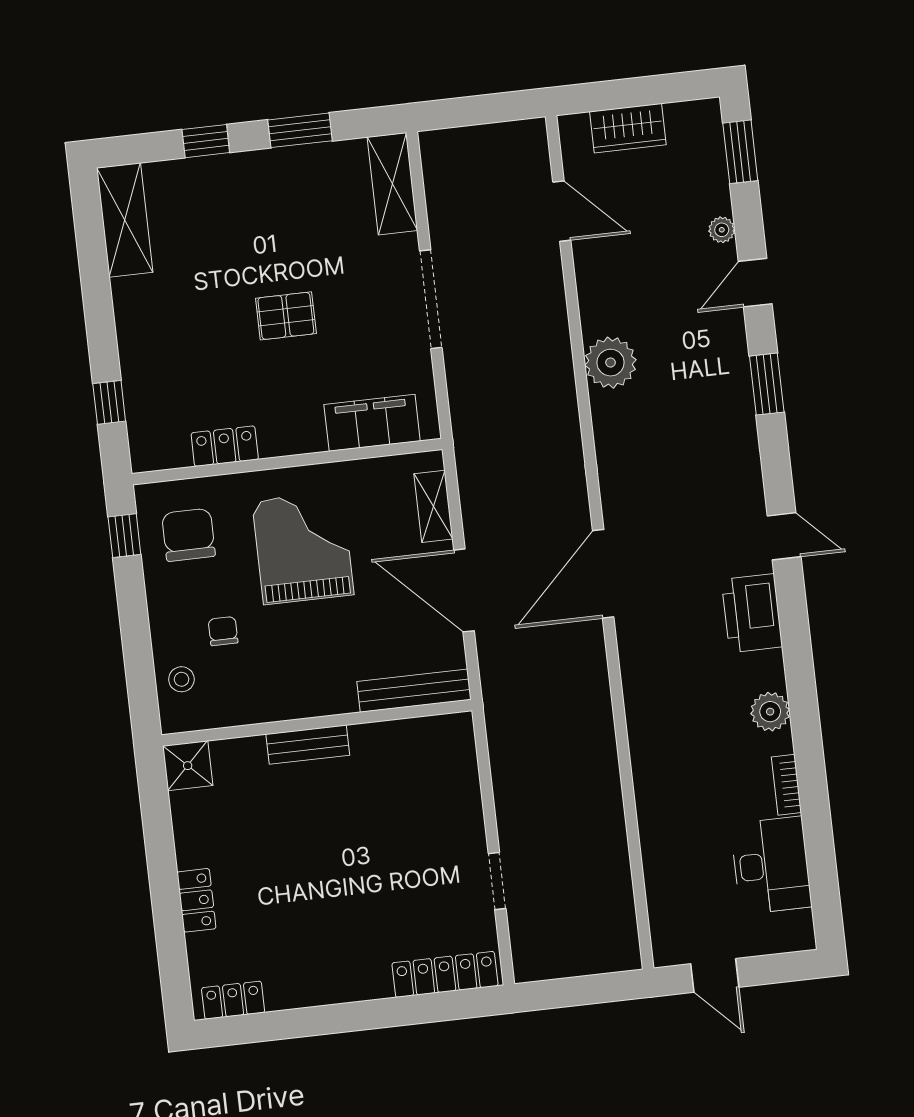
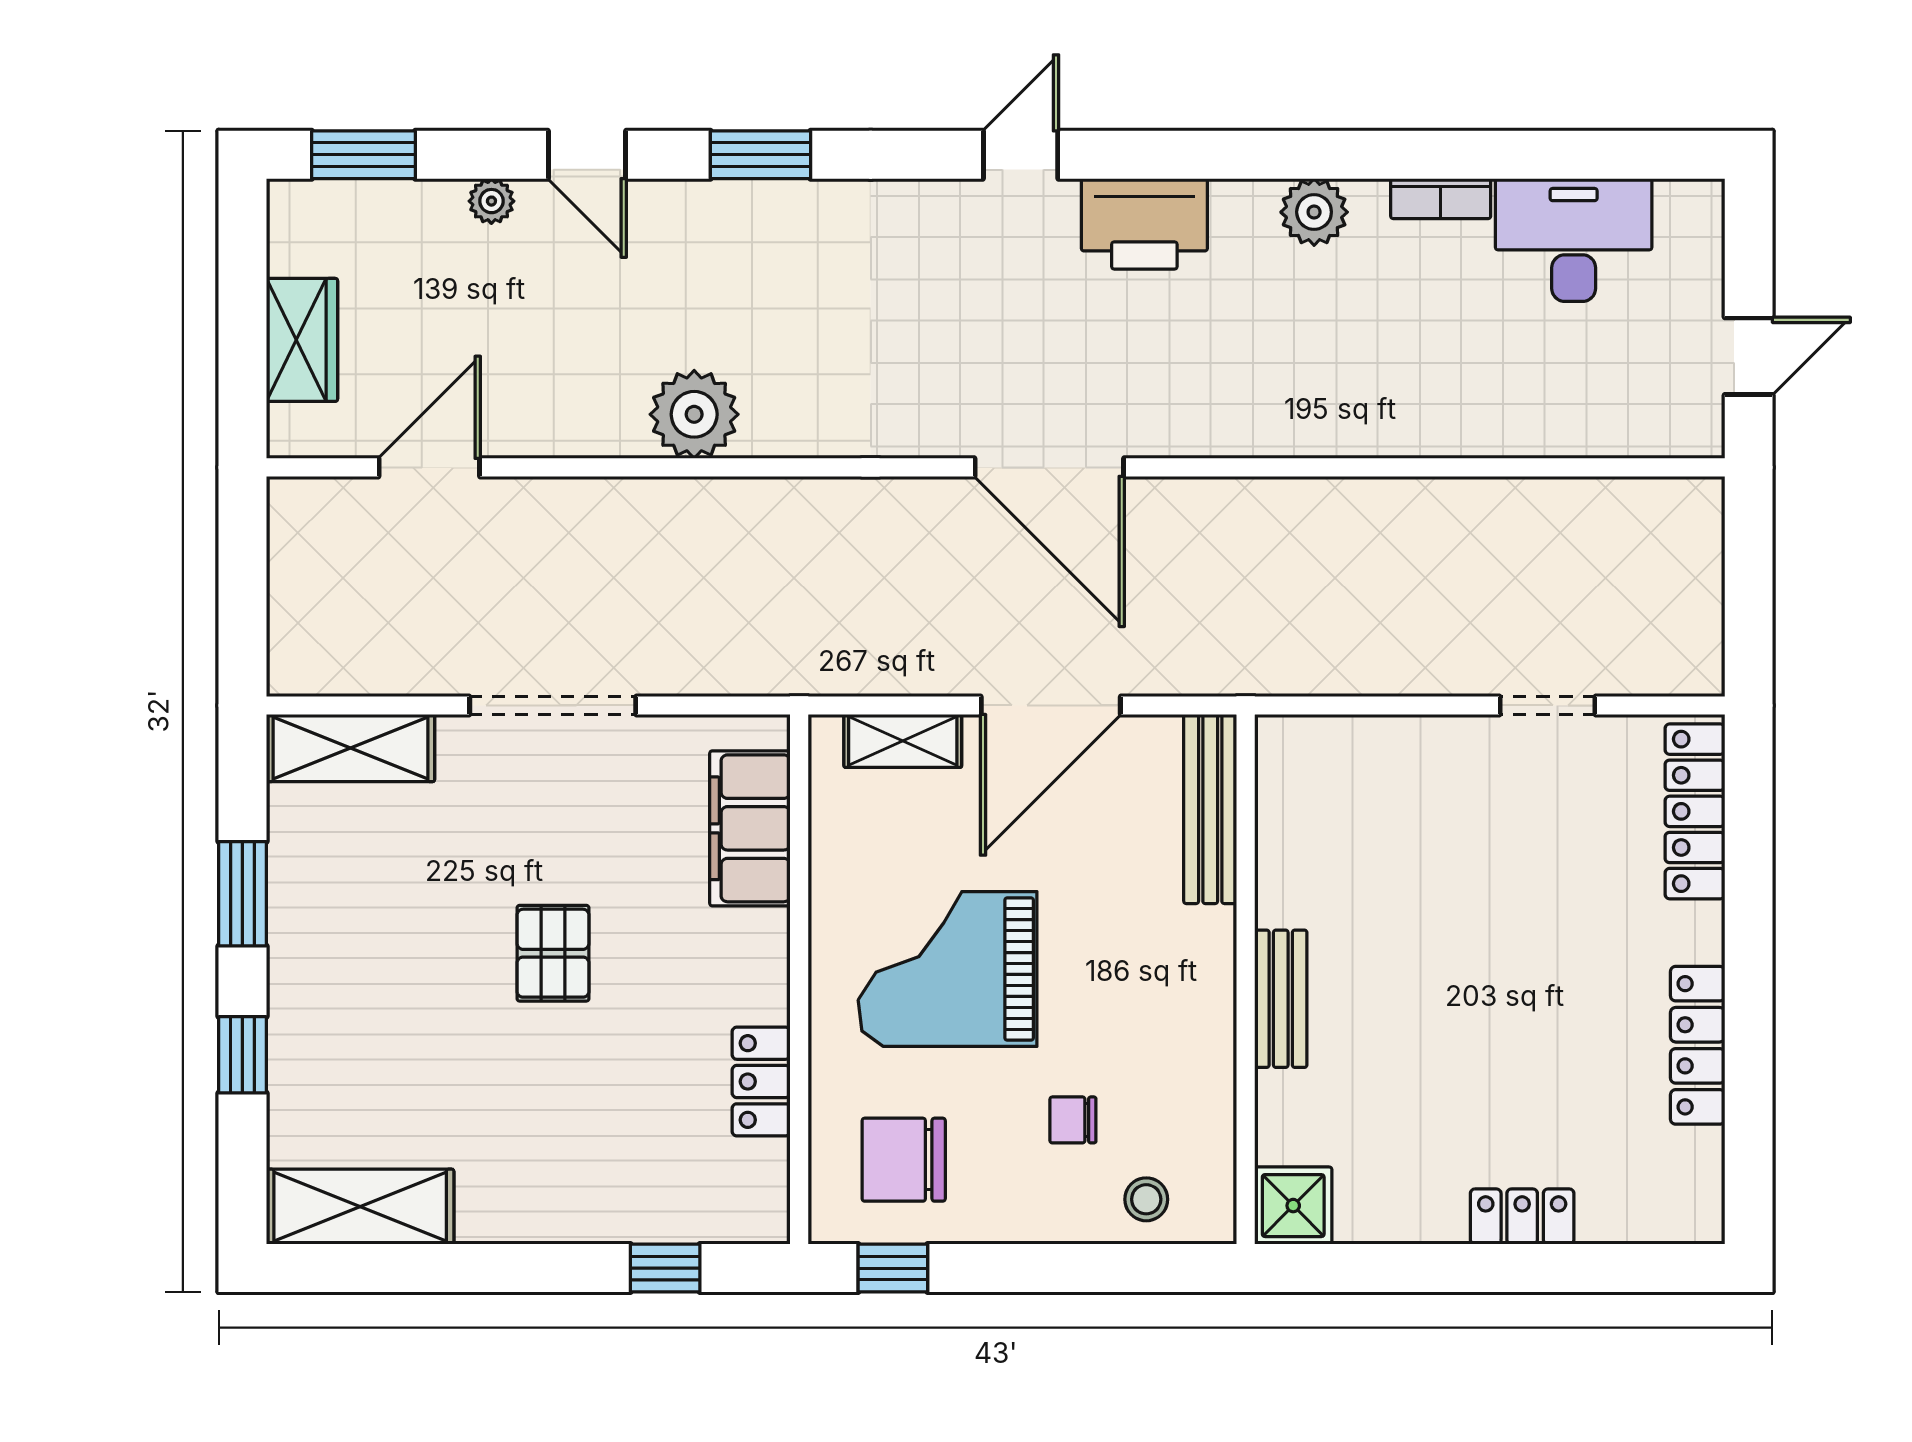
locker: (233, 1000) -> (1698, 1045), moved, width x1.53

